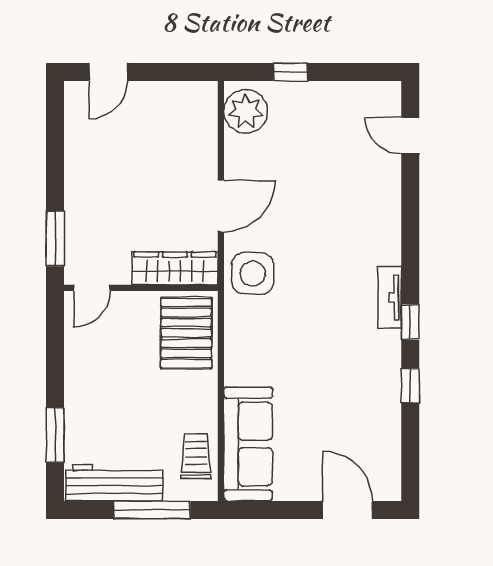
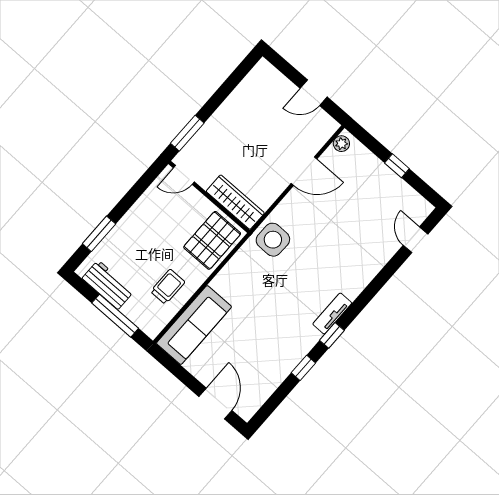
door: (108, 72) -> (314, 93), moved
window: (290, 72) -> (397, 166), moved
plant: (246, 111) -> (341, 144), width x0.53, depth x0.53
door: (221, 206) -> (304, 171), moved
trolley: (196, 456) -> (168, 287), moved
workbench: (114, 483) -> (108, 285), width x0.73

